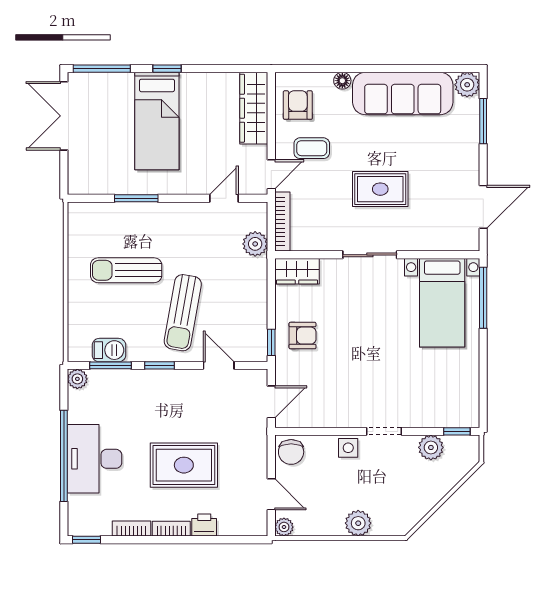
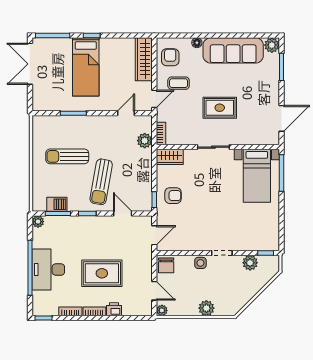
bookcase: (282, 222) -> (161, 134), width x0.64

